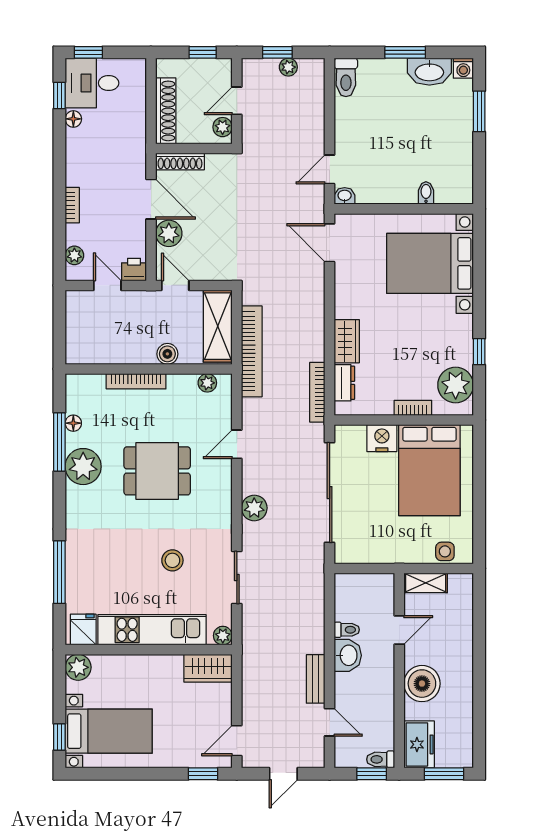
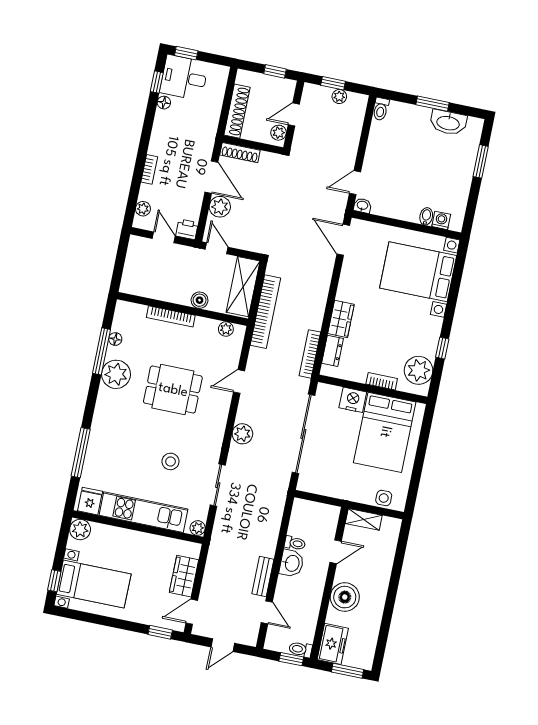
washing machine: (463, 68) -> (441, 220), moved, turned 180
toilet: (346, 77) -> (381, 109), width x0.73, depth x0.72
wardrobe: (208, 668) -> (184, 576), moved, turned 90

